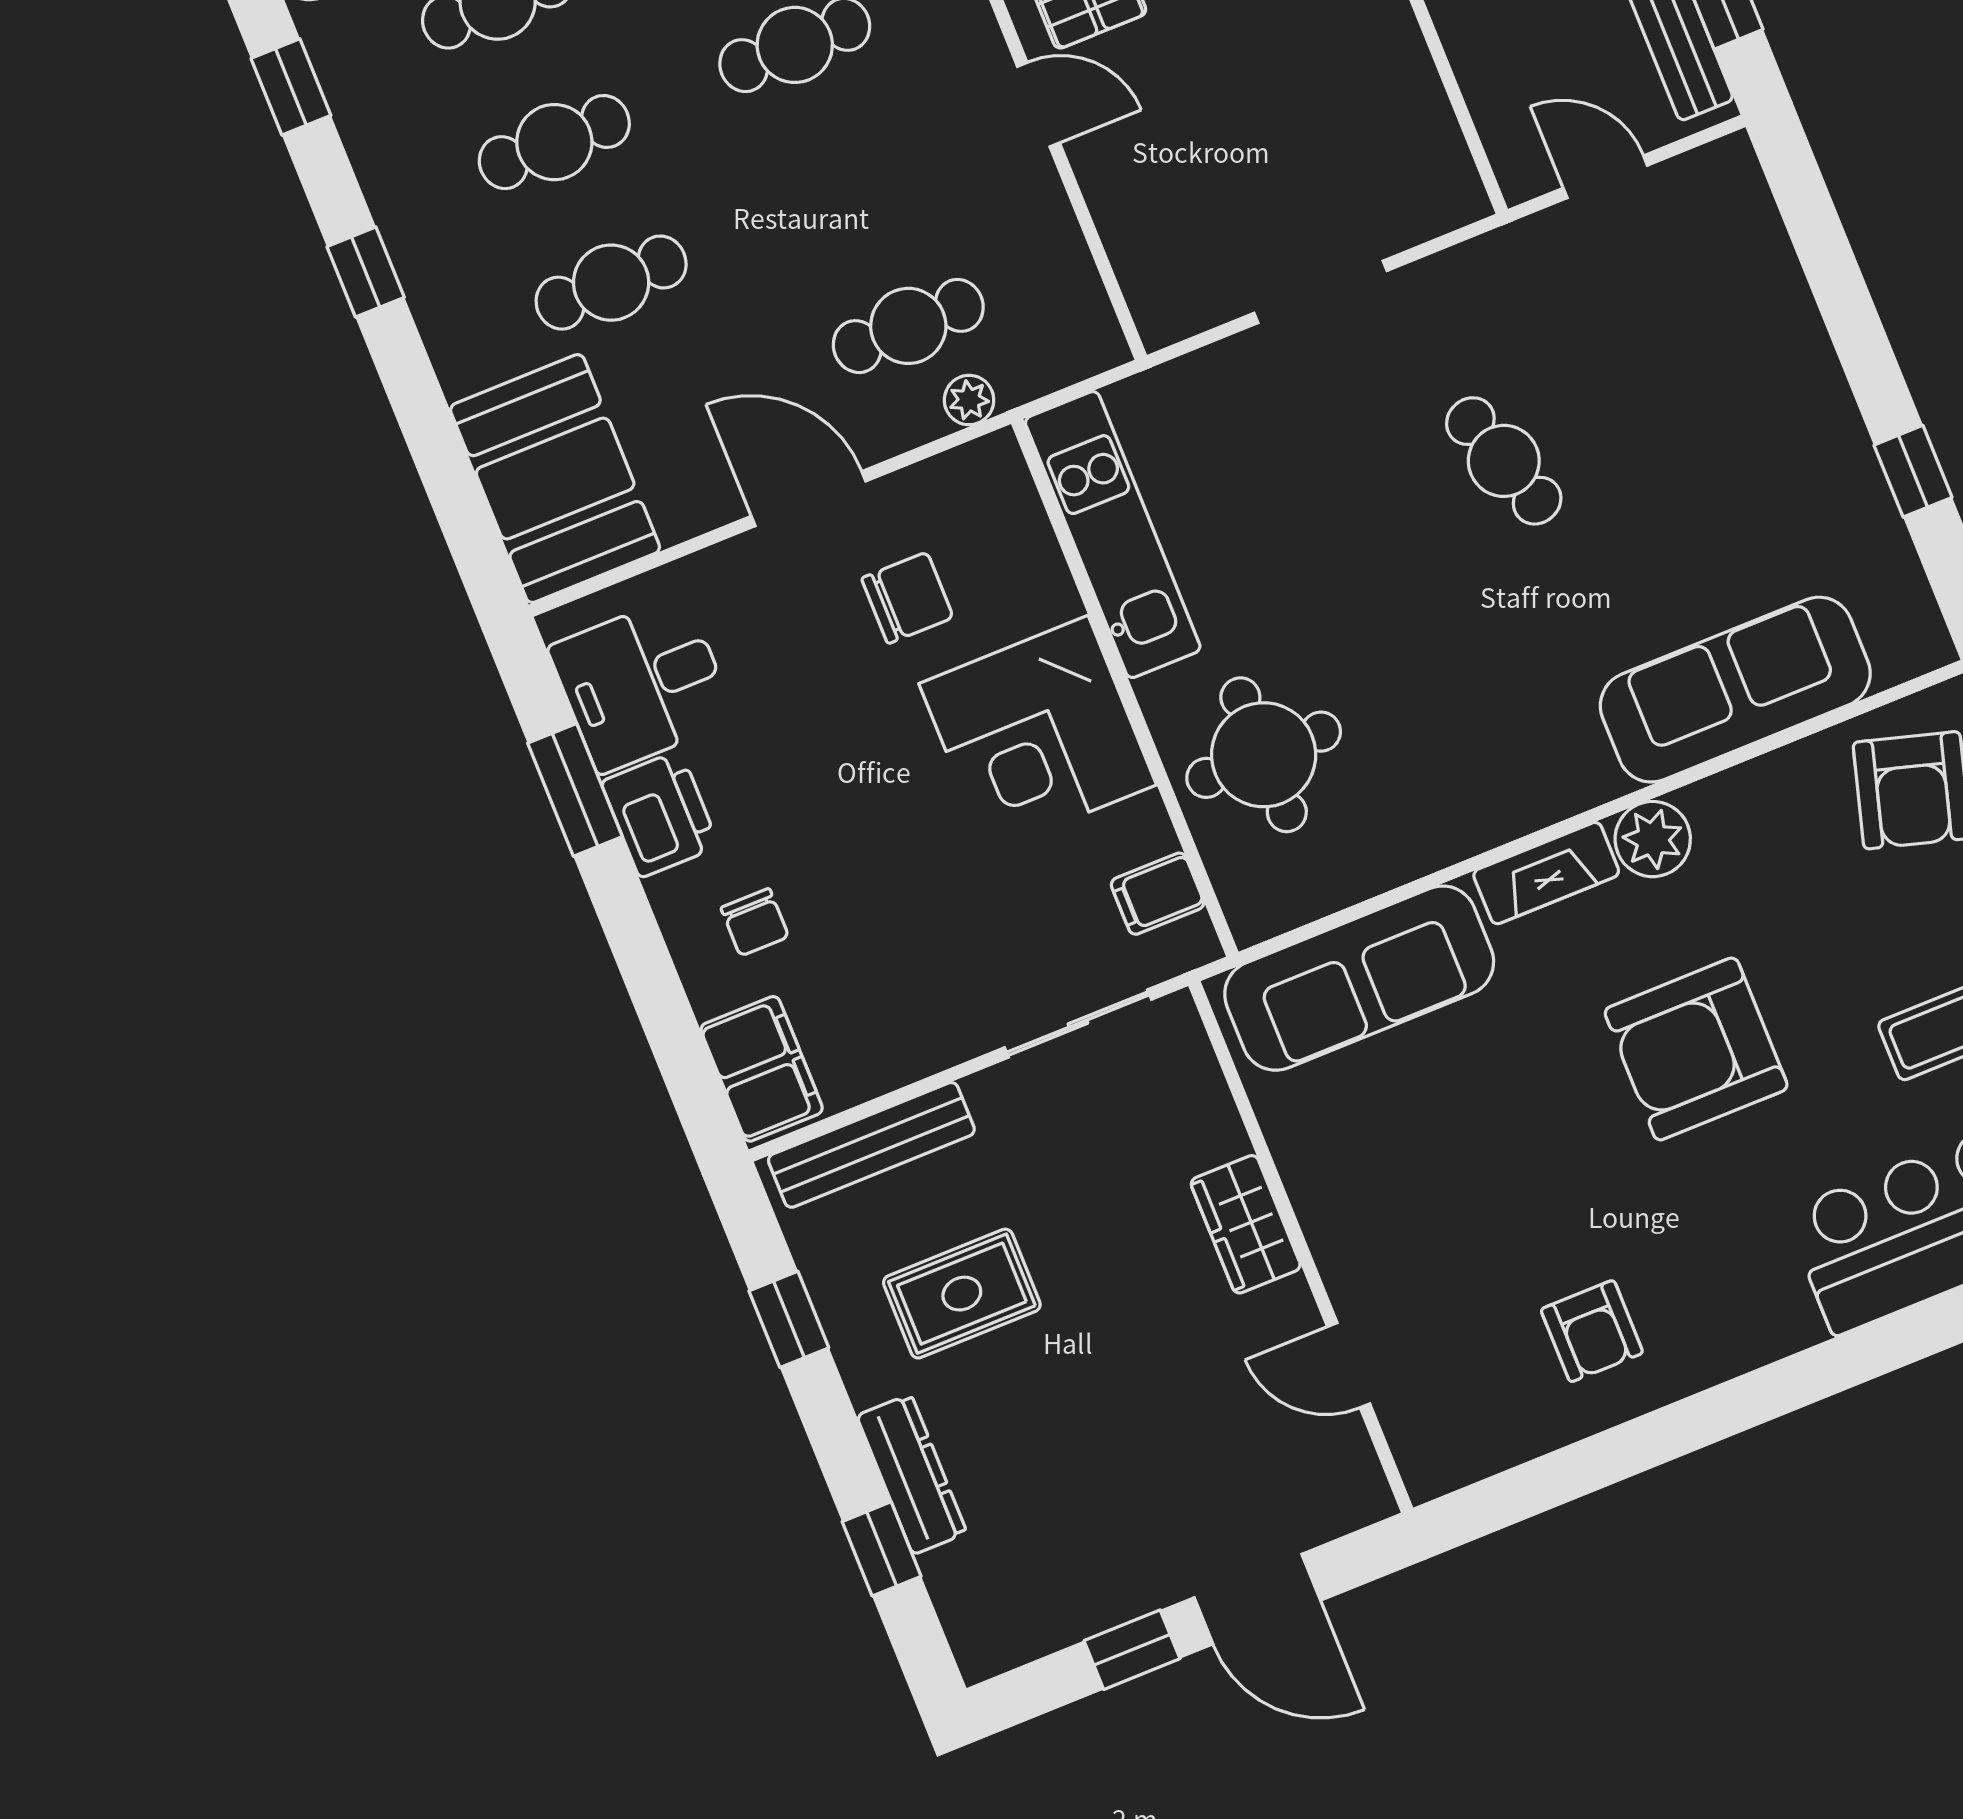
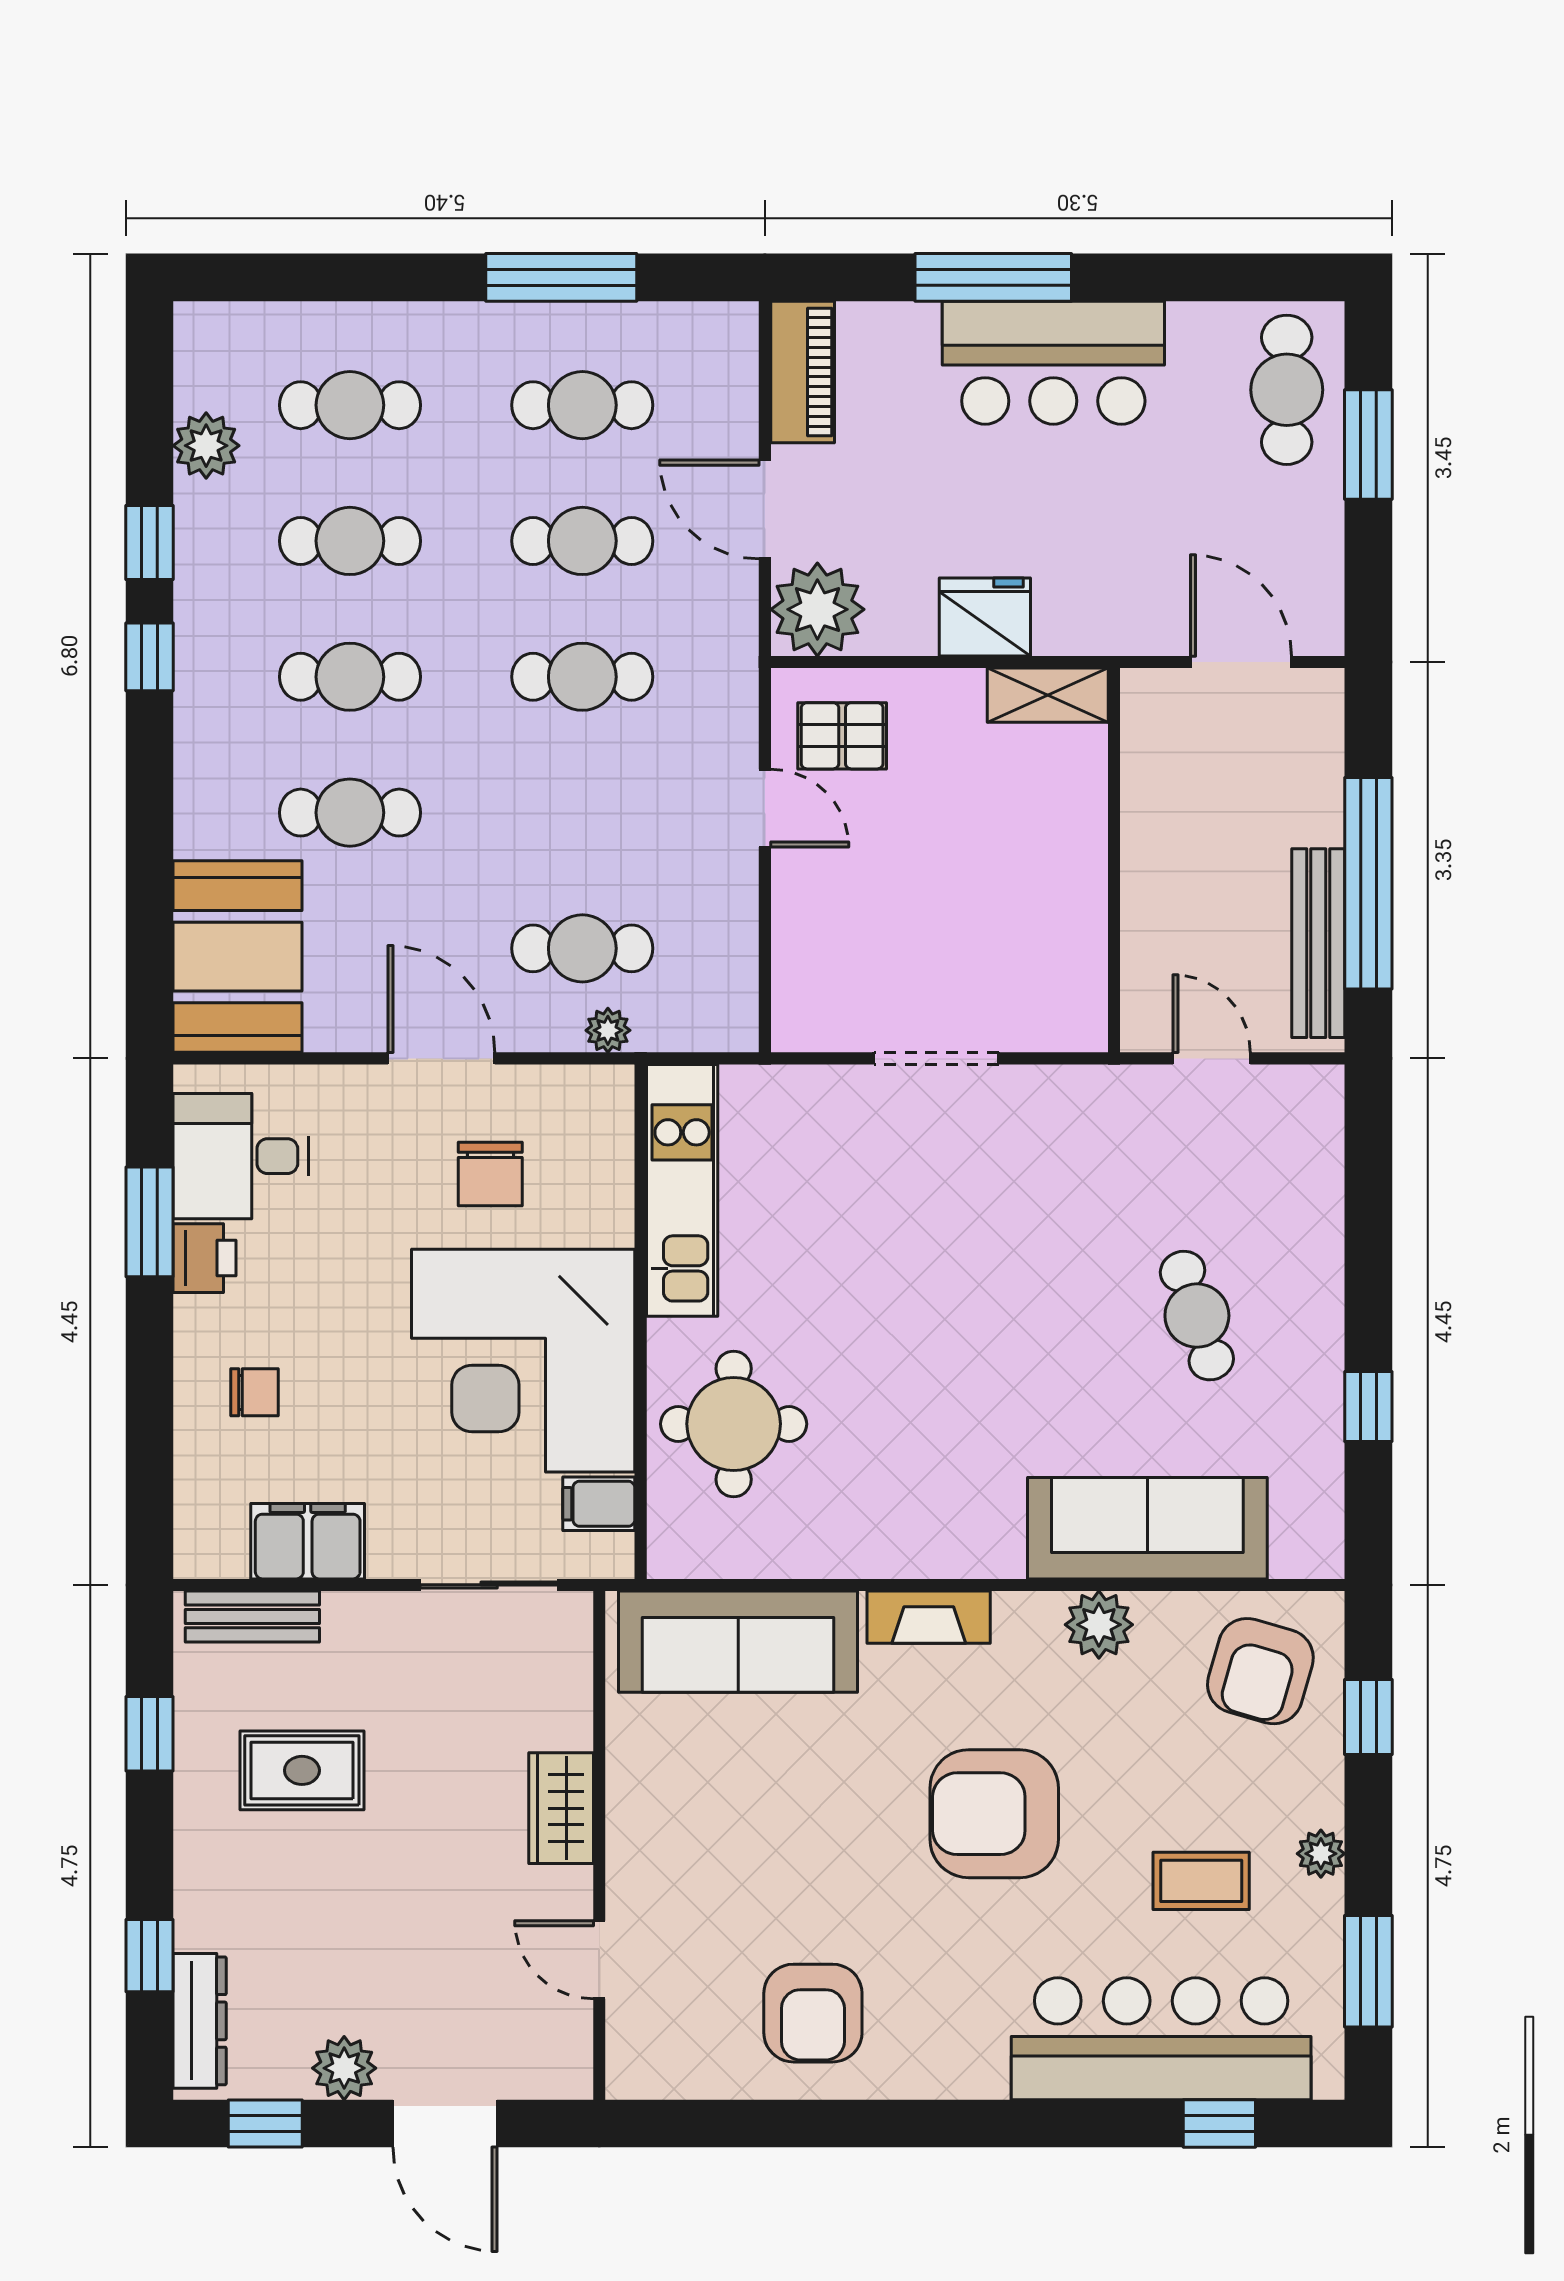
window: (366, 272) -> (150, 657), moved
cafe table: (1504, 461) -> (1197, 1316), moved
chair: (907, 598) -> (490, 1174), turned 90
corner desk: (1038, 734) -> (523, 1361), width x1.36, depth x1.36
printer: (660, 814) -> (205, 1258), width x0.73, depth x0.81
plant: (1653, 839) -> (1099, 1625), moved
chair: (755, 922) -> (255, 1392), turned -90
filing cabinet: (762, 1069) -> (308, 1541), moved, turned -90
bench: (871, 1145) -> (252, 1616), width x0.73
armchair: (1592, 1331) -> (813, 2013), width x1.38, depth x1.38
dresser: (912, 1474) -> (200, 2021), moved
plant: (1130, 1584) -> (344, 2068), added
window: (1132, 1650) -> (265, 2123), moved

